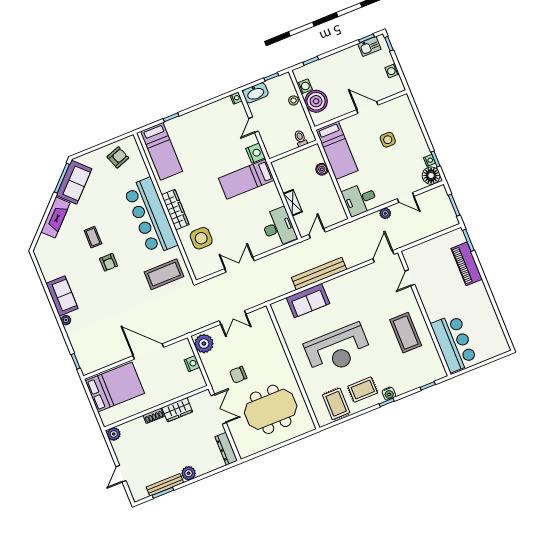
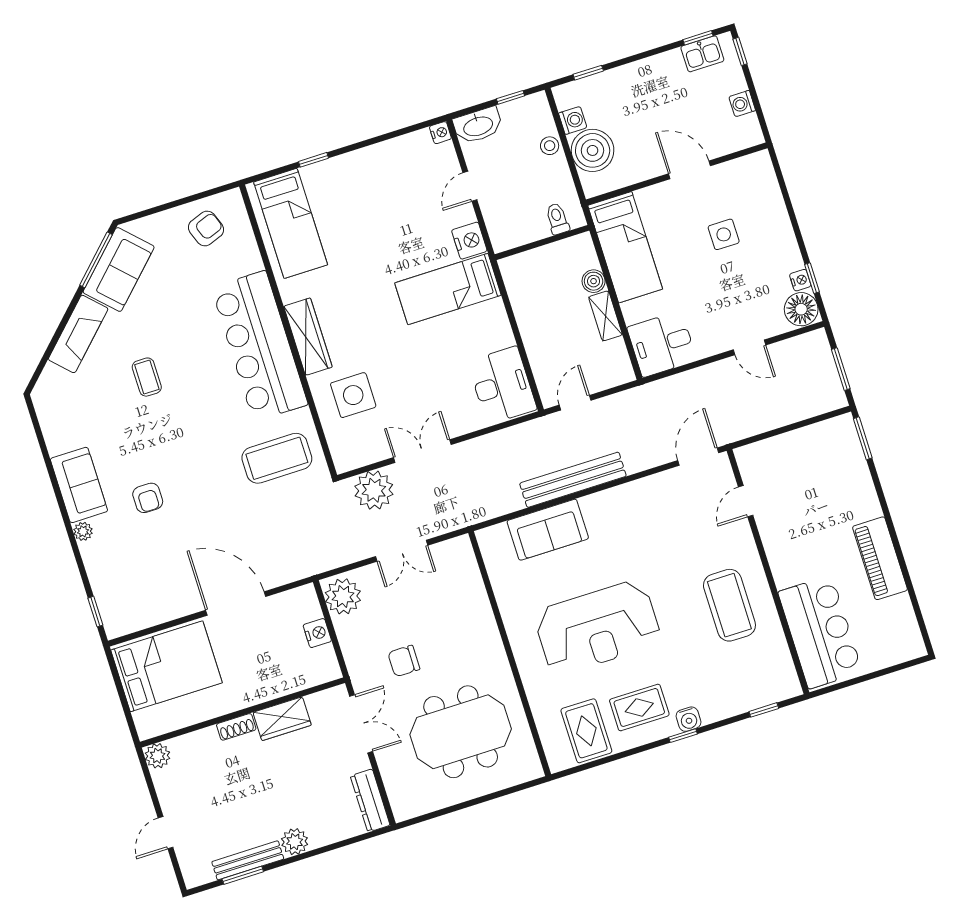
shelving: (293, 203) -> (605, 316), moved
plant: (385, 213) -> (374, 490), moved, width x1.88, depth x1.88
armchair: (109, 262) -> (148, 498), moved
piano: (467, 264) -> (880, 558), moved

